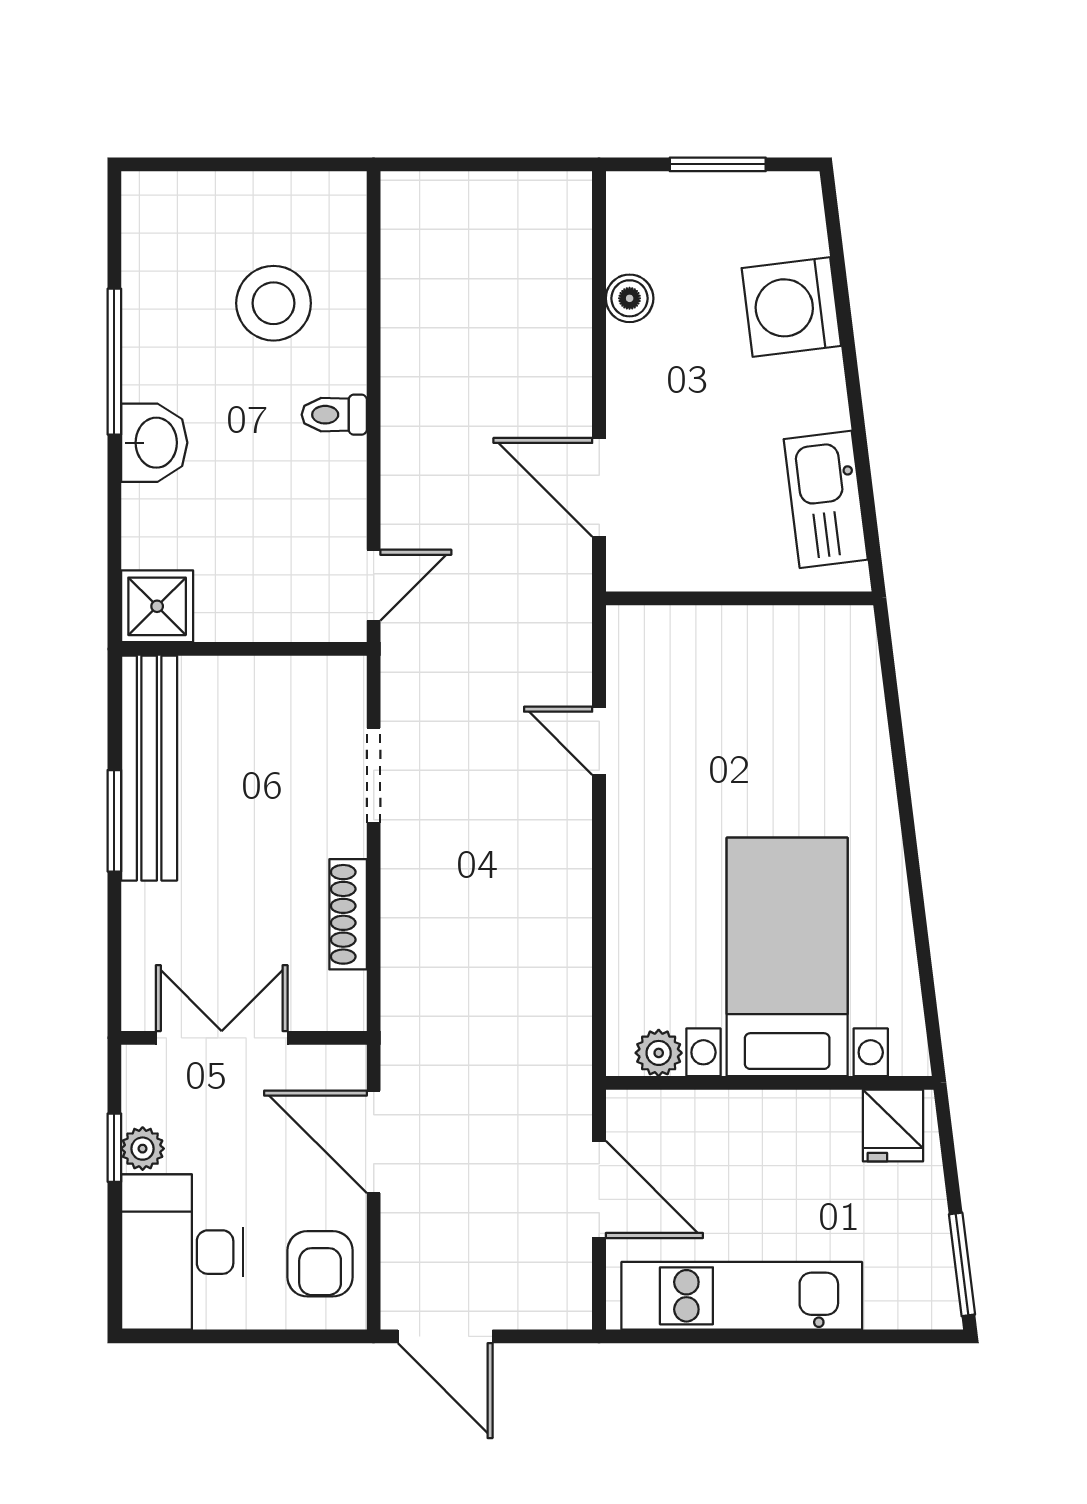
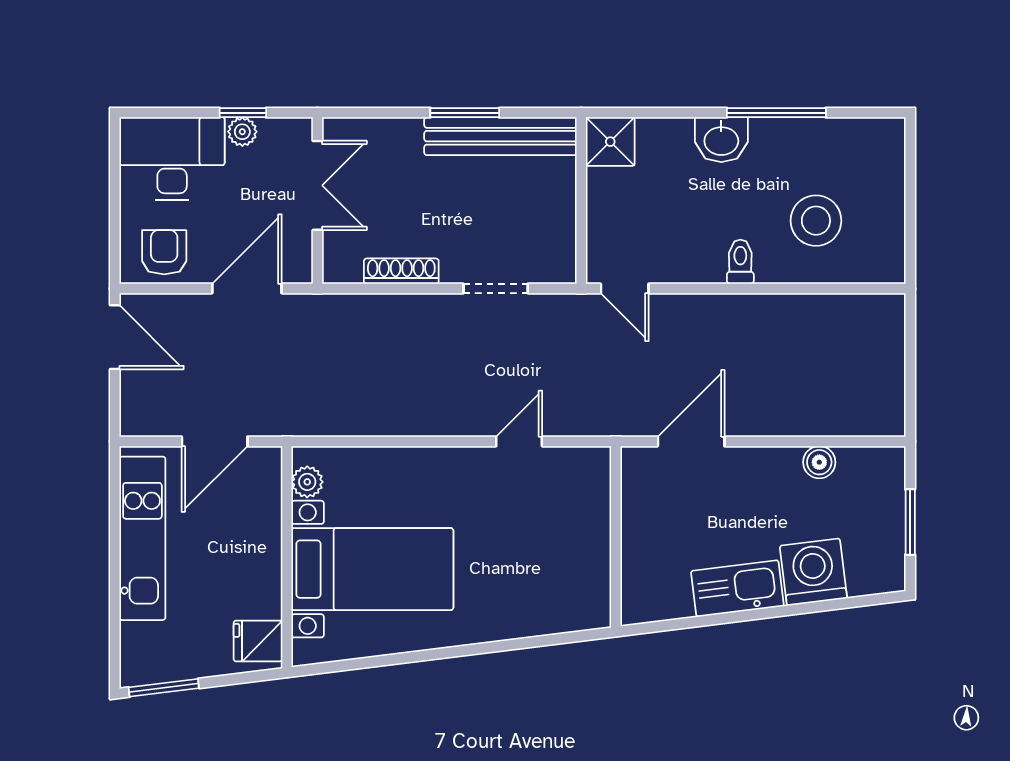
kitchen sink: (826, 499) -> (737, 589), moved
armchair: (320, 1264) -> (164, 252), turned 90
door: (445, 1336) -> (115, 337), swing flipped

